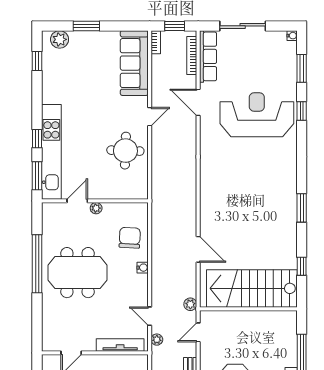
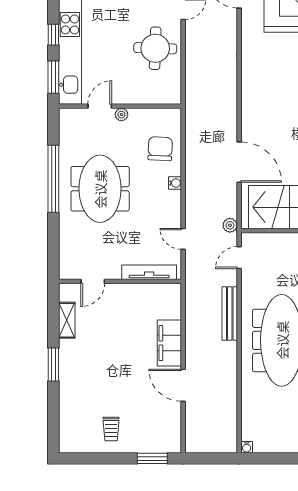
door: (198, 249) -> (239, 162), width x1.36
meeting table: (78, 273) -> (100, 189), turned 90
plant: (157, 340) -> (191, 266), removed

